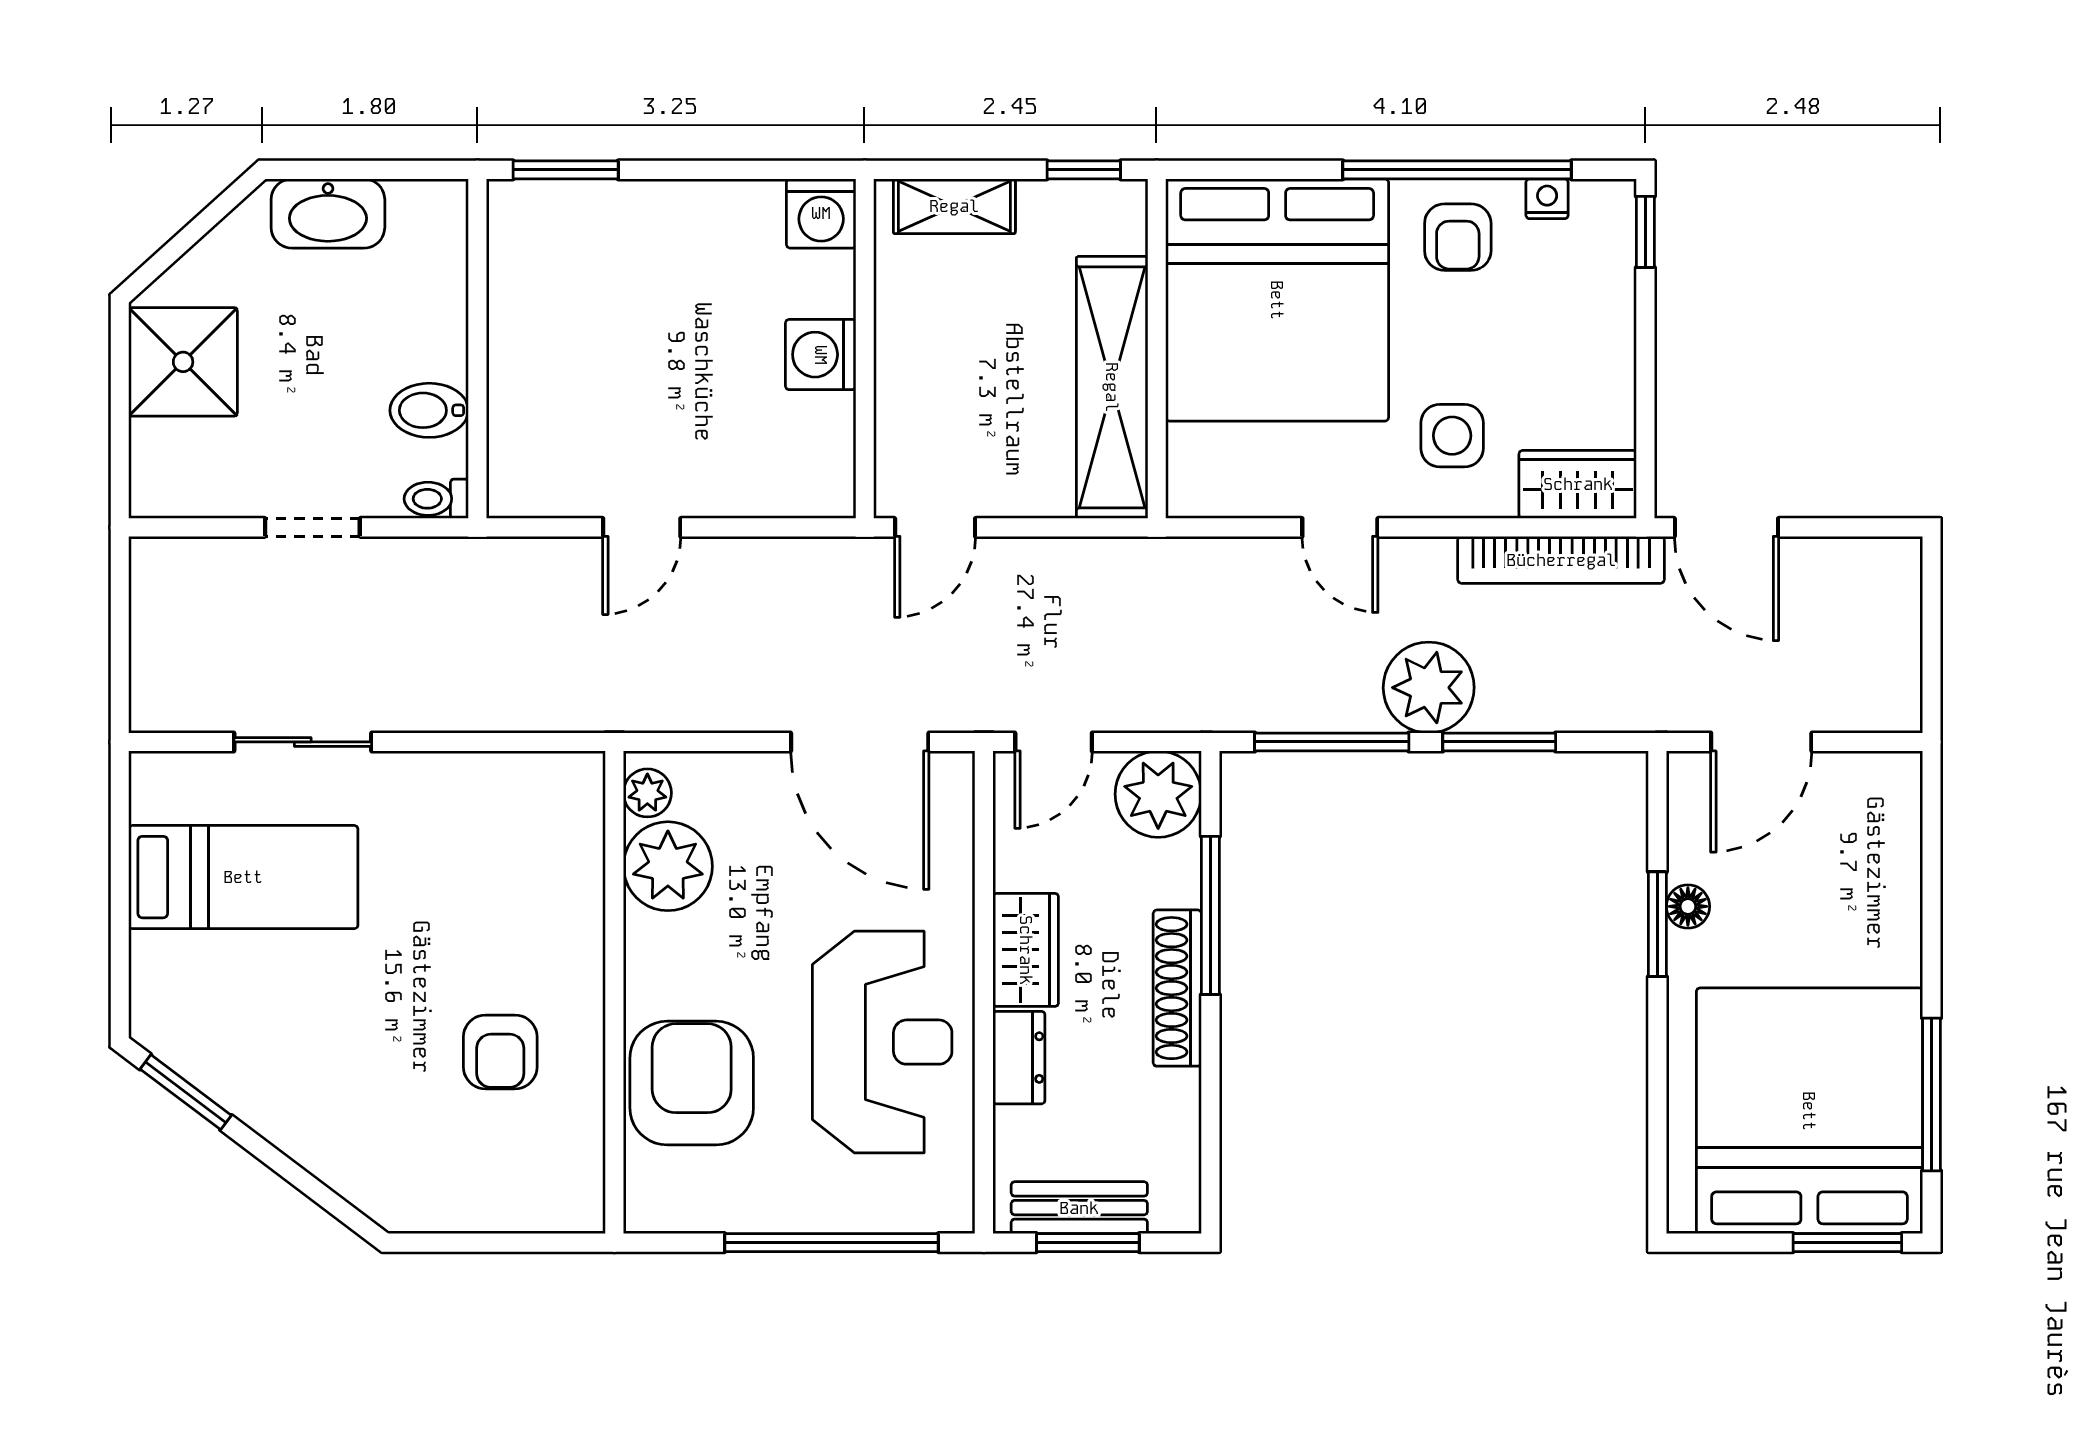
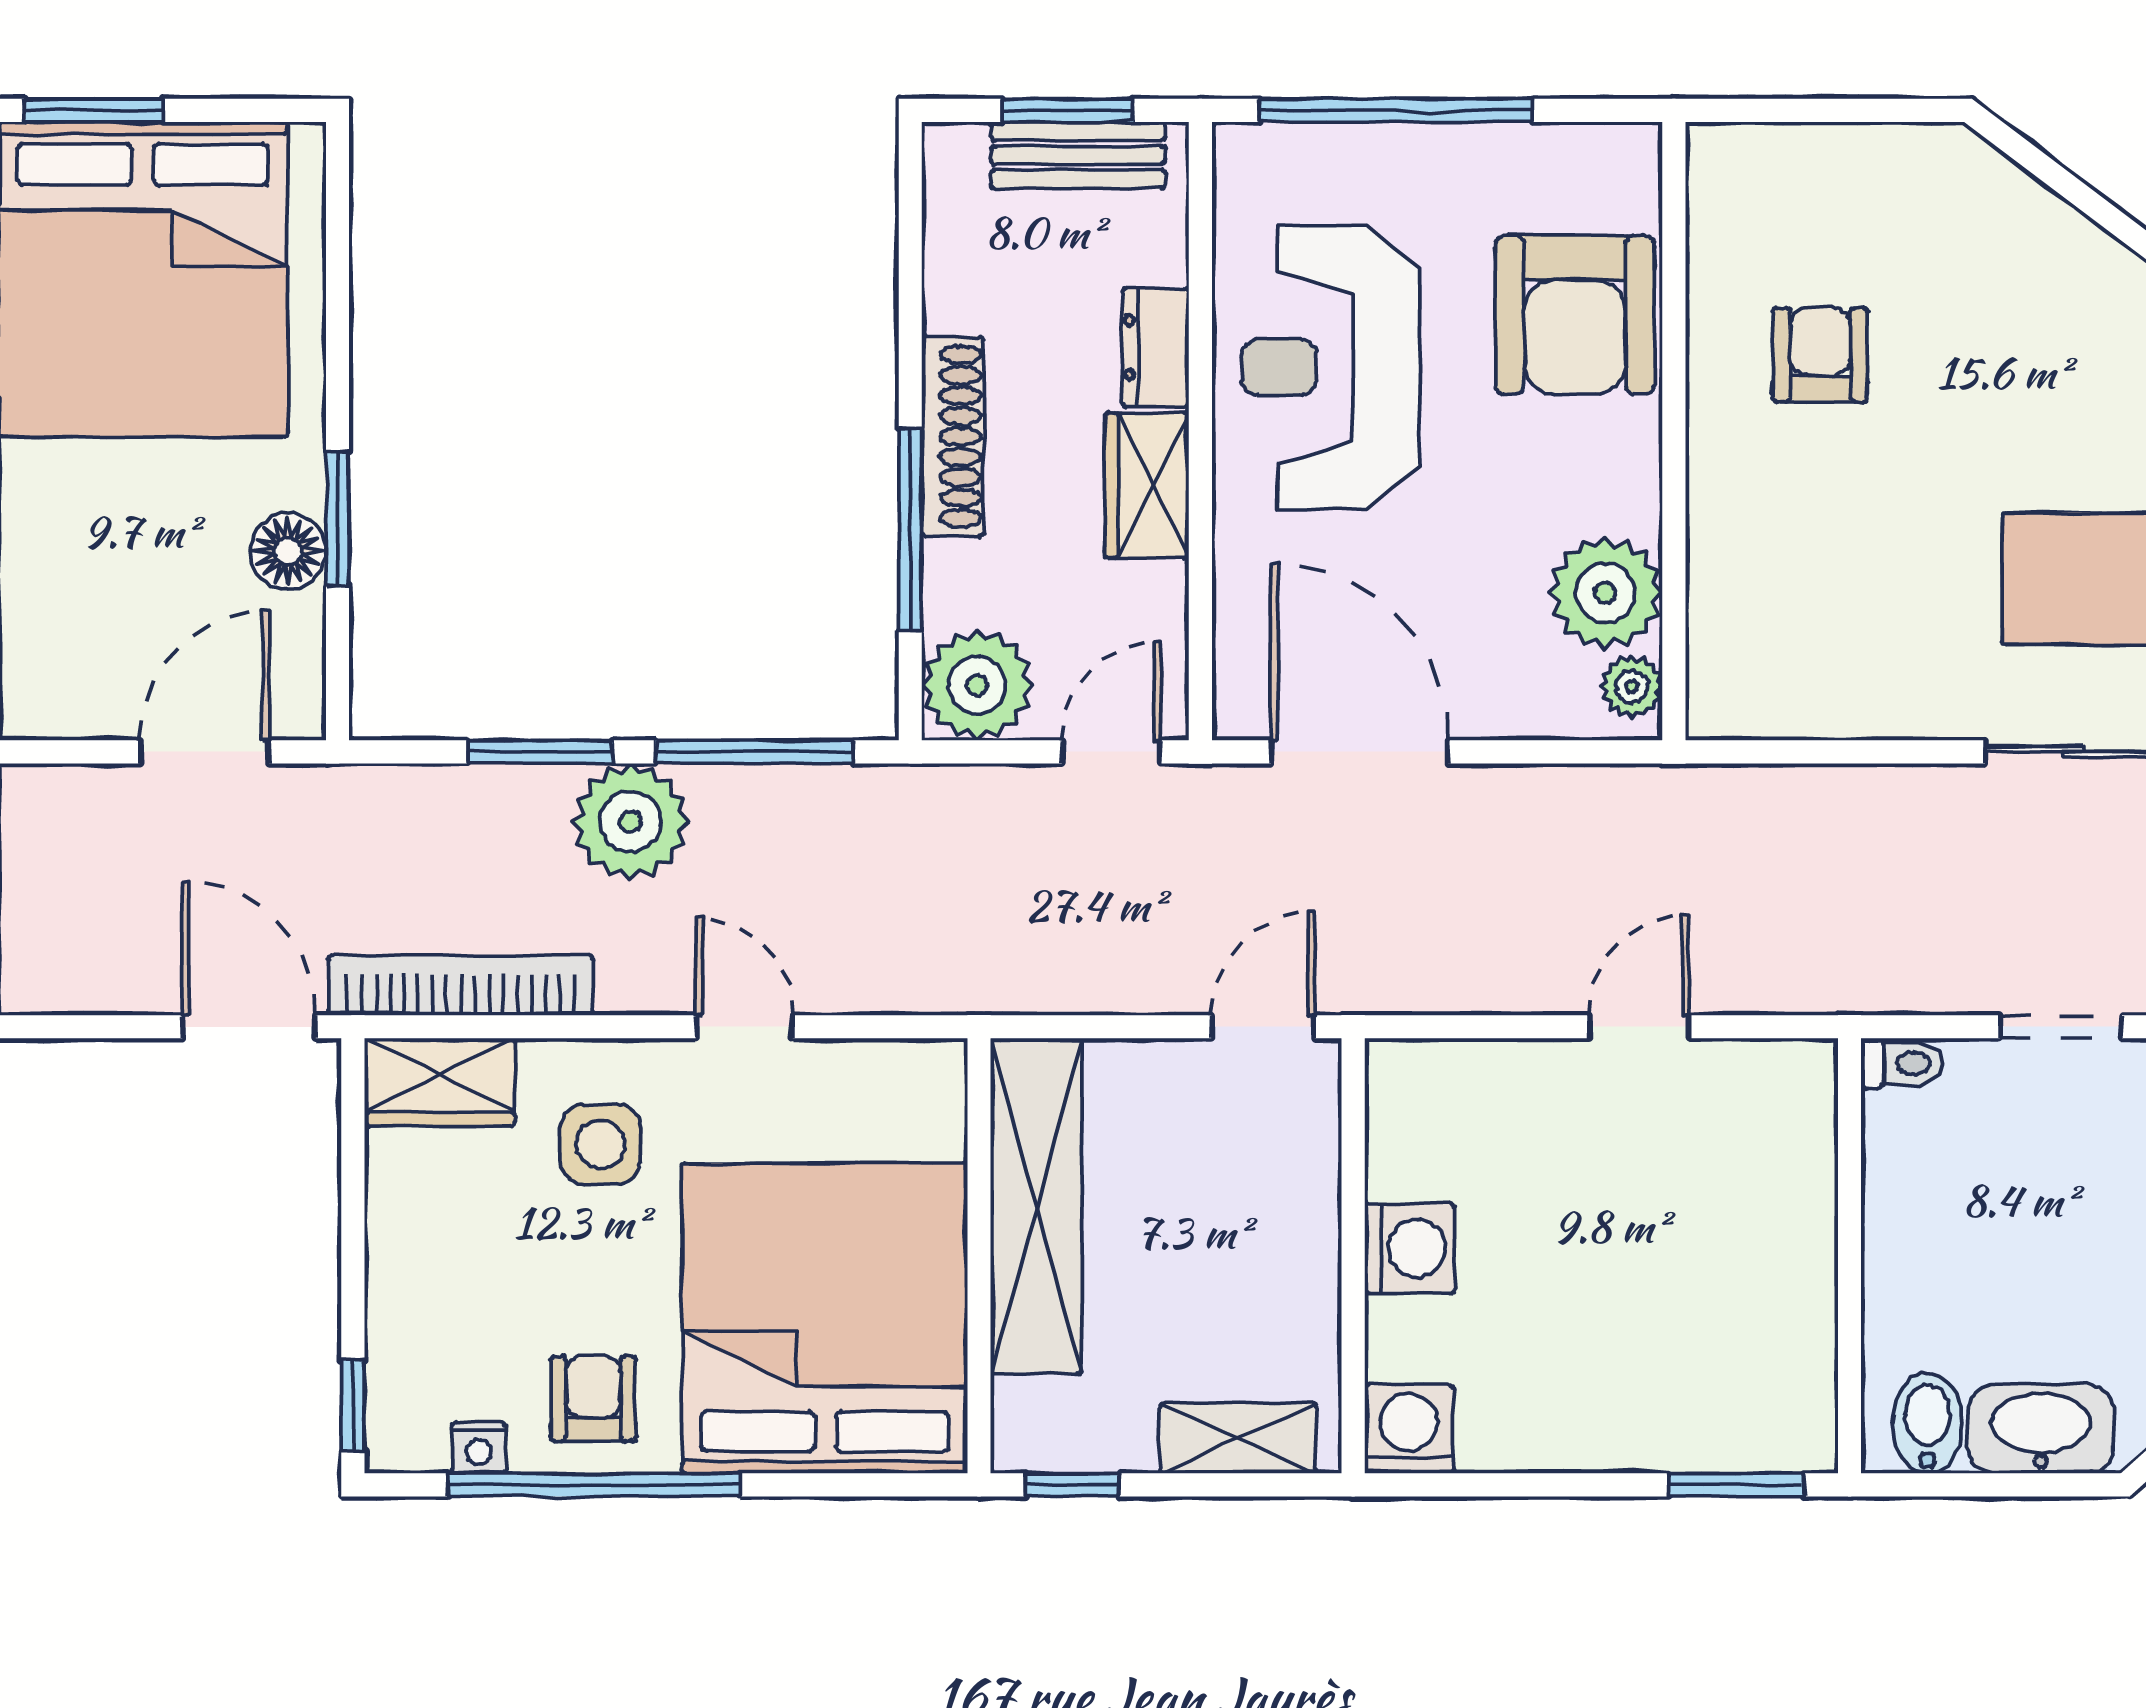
bidet: (429, 410) -> (1927, 1423), moved, turned -90
floor lamp: (1688, 906) -> (288, 551), width x1.37, depth x1.37

